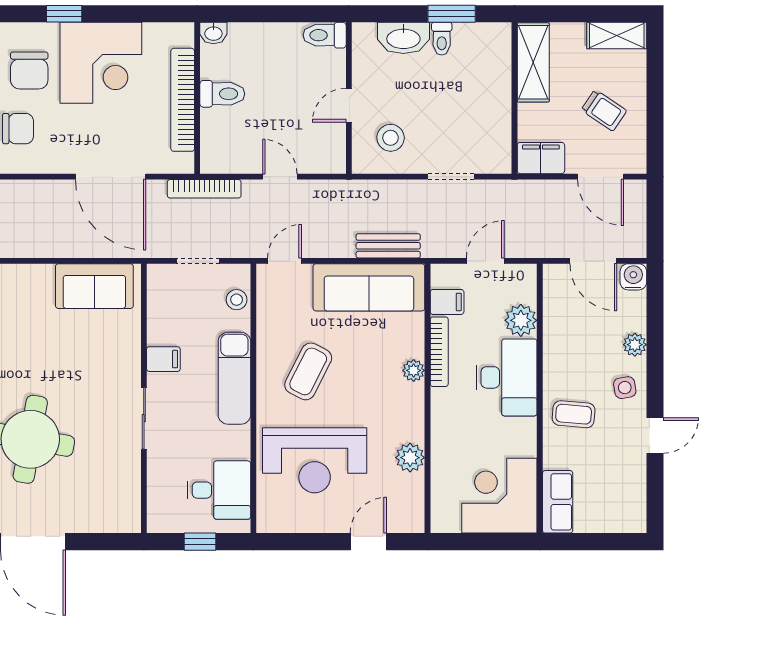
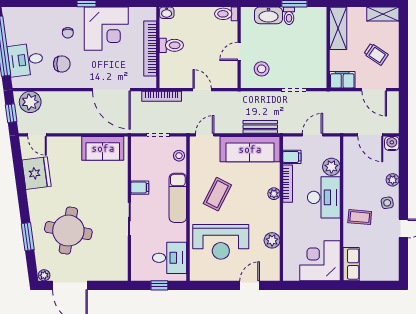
chair: (29, 70) -> (68, 33), width x0.54, depth x0.54

